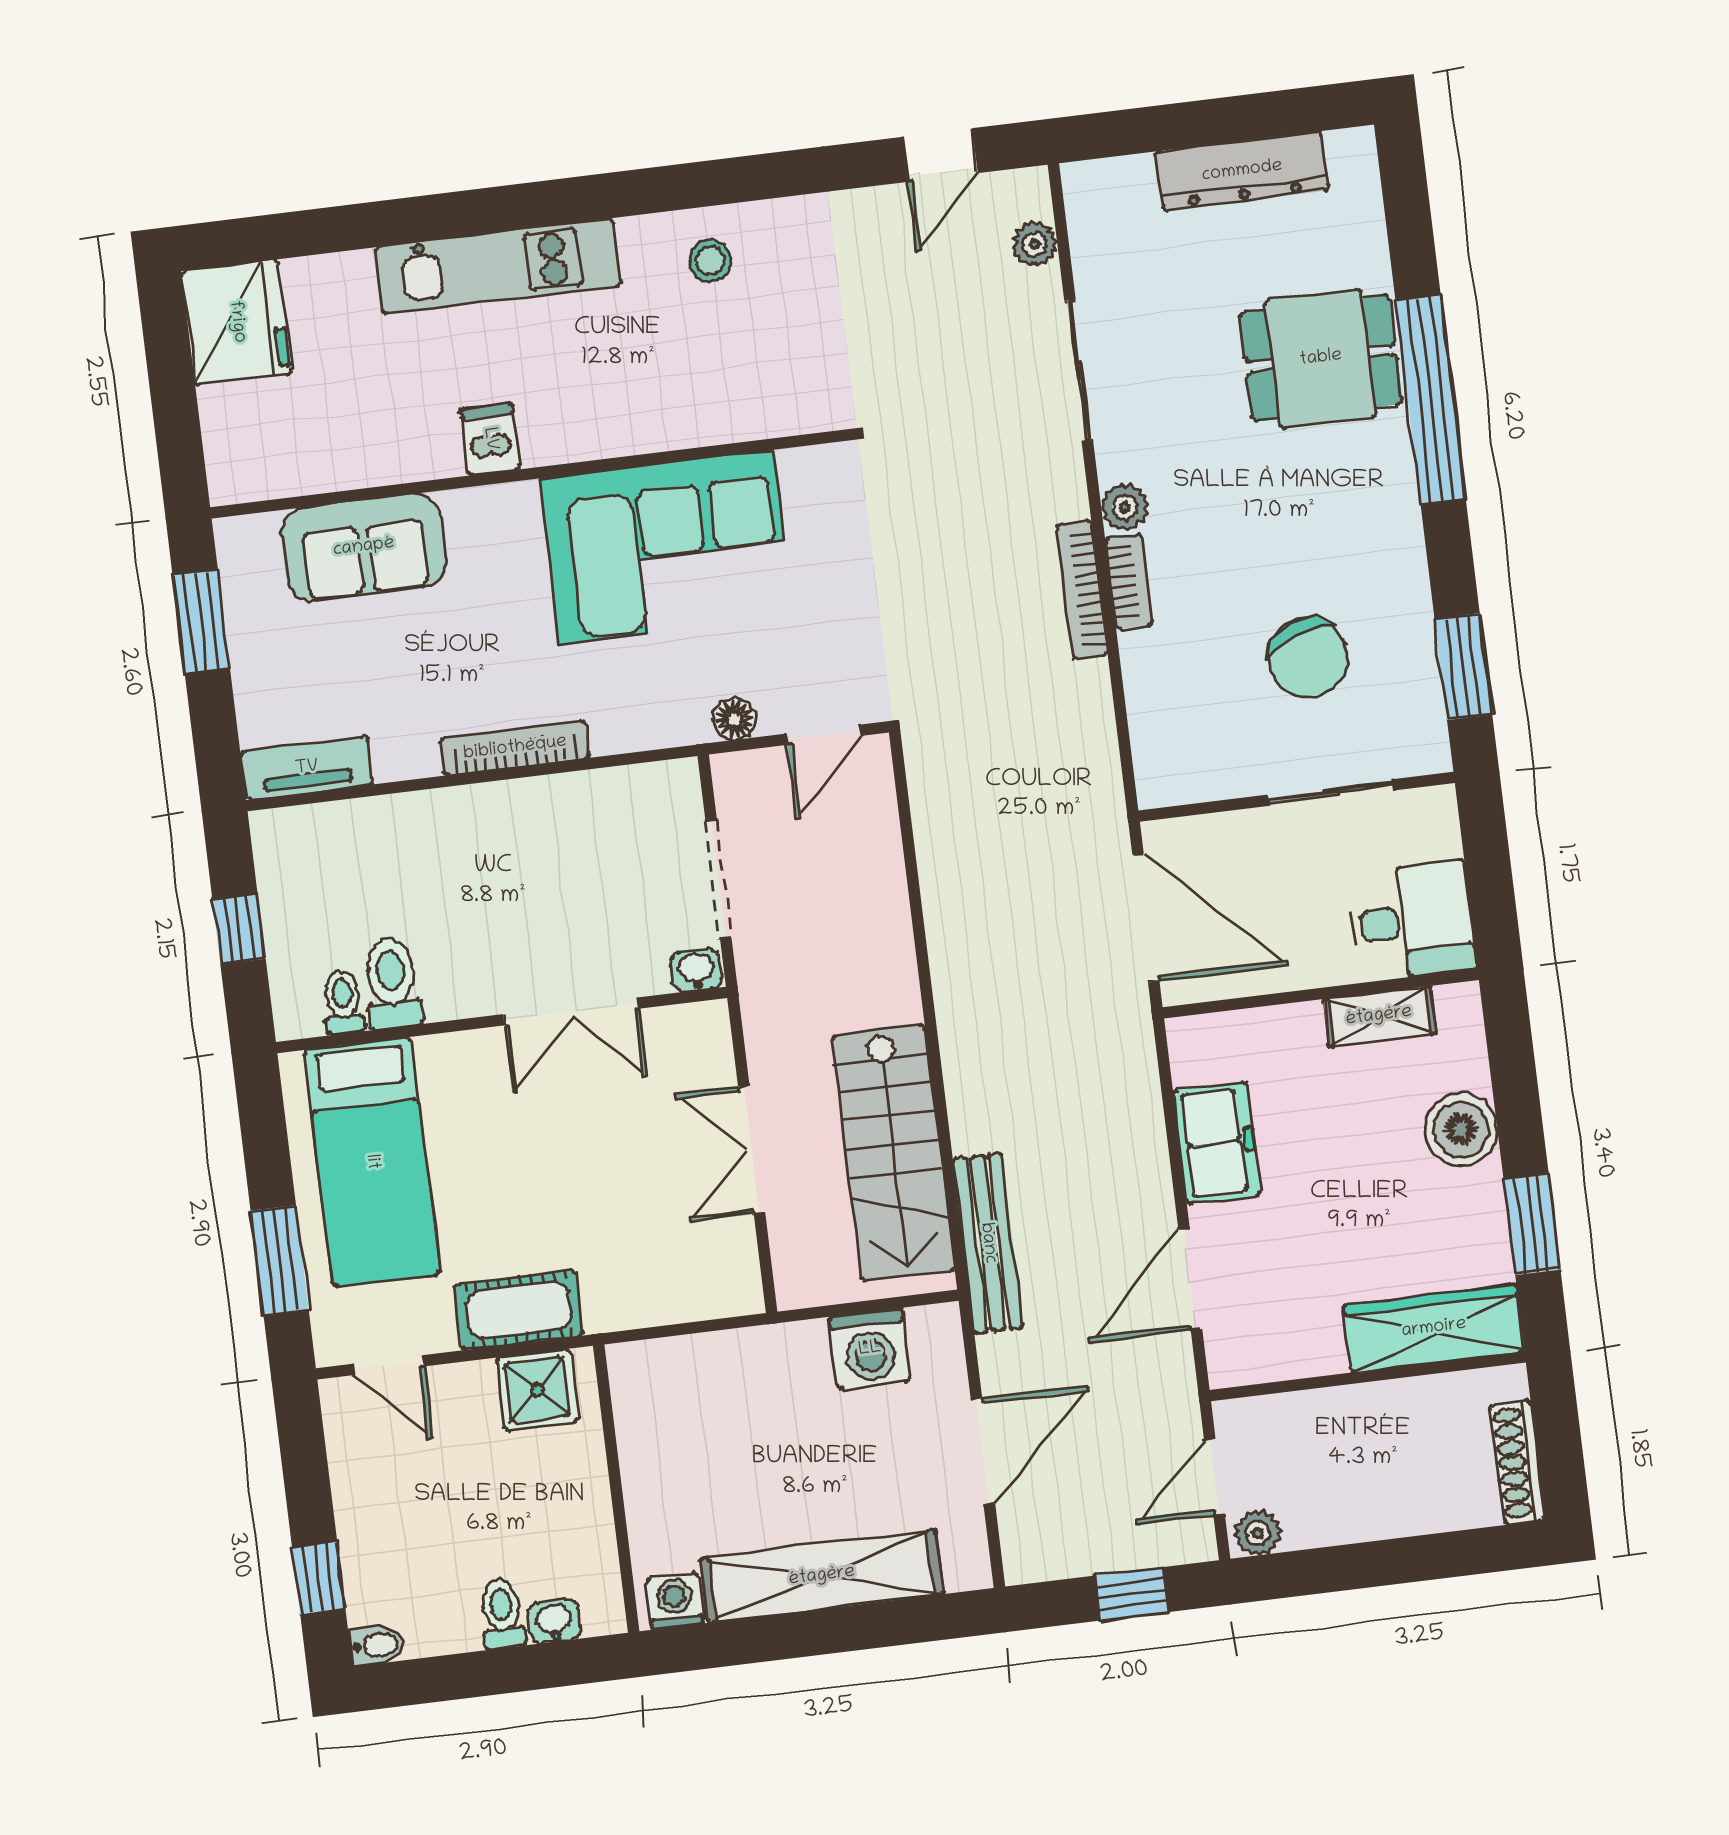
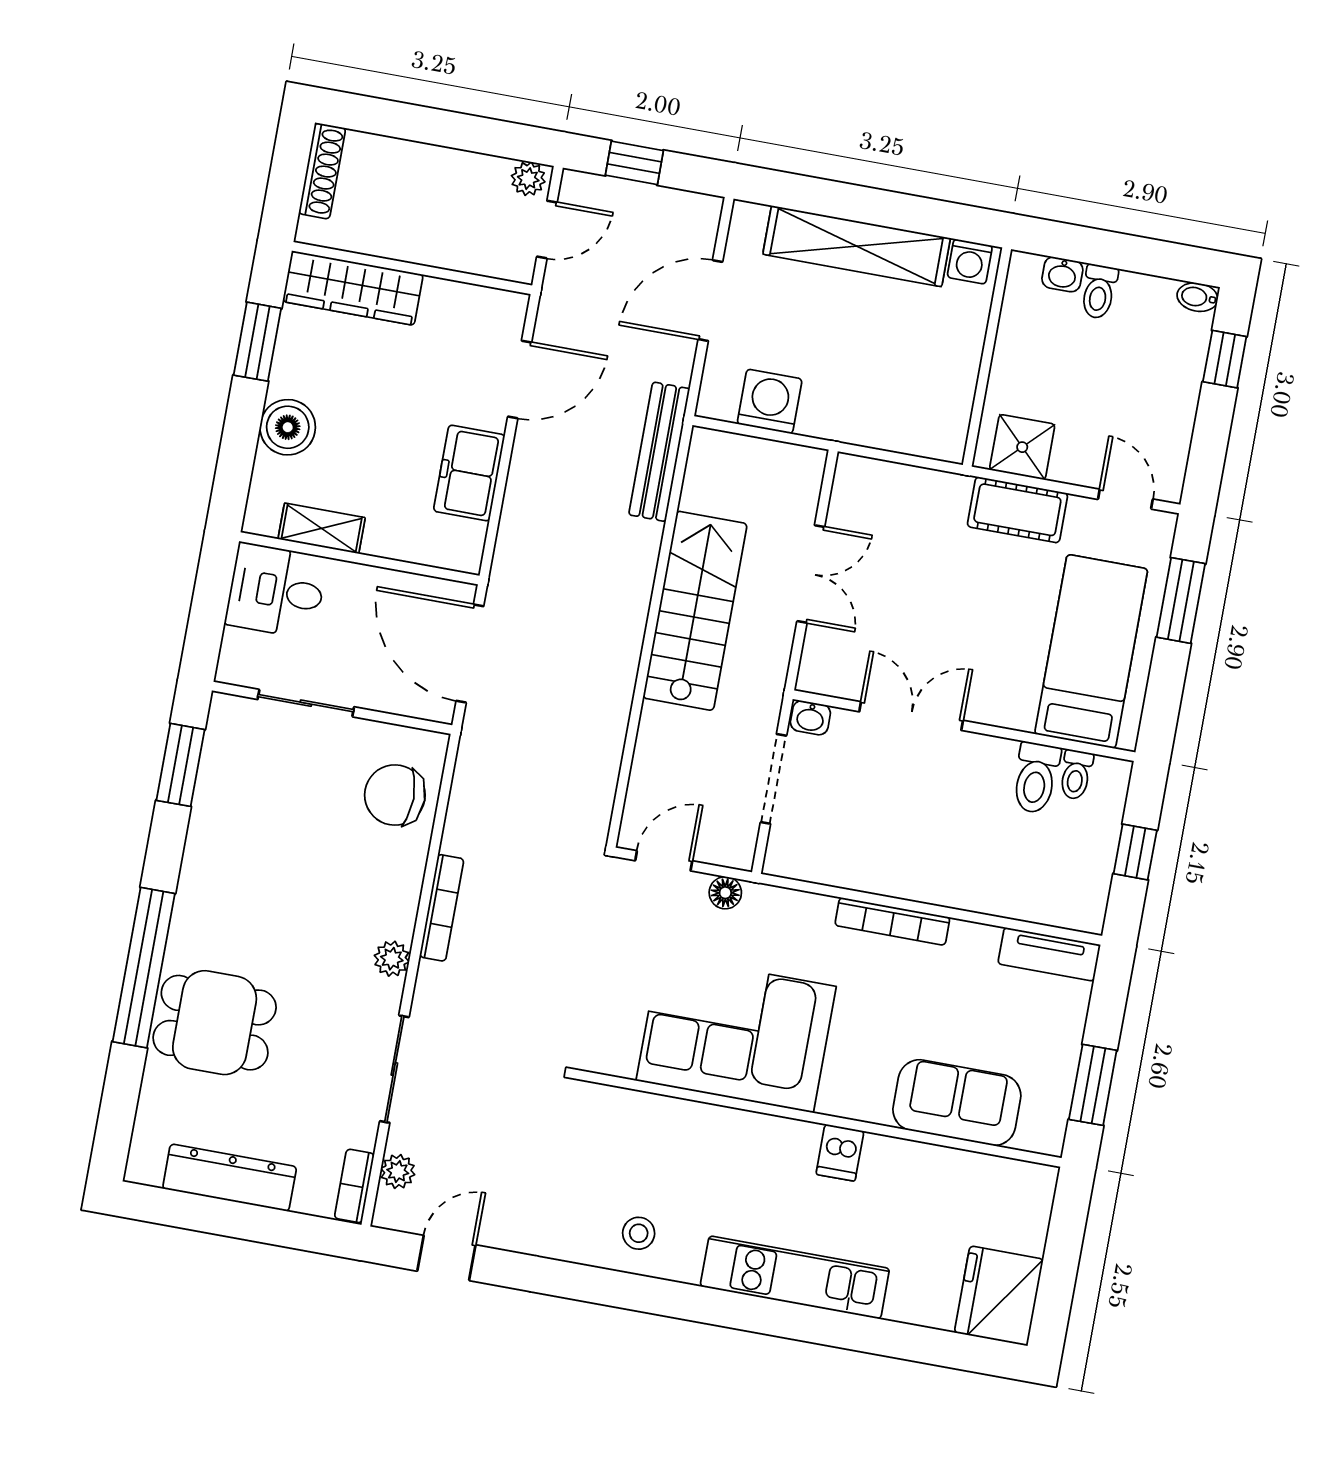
bookcase: (1129, 581) -> (354, 1186), moved
chair: (1308, 658) -> (395, 795), moved, turned -70
stairs: (893, 1153) -> (695, 611), moved

